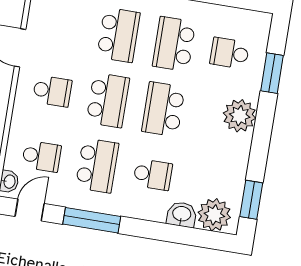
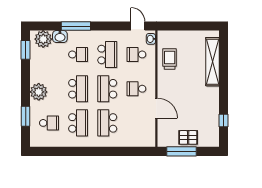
school desk: (97, 165) -> (107, 54), turned 180
school desk: (153, 175) -> (78, 54), turned 180
door: (30, 210) -> (138, 26), swing flipped
window: (92, 220) -> (76, 26), moved

